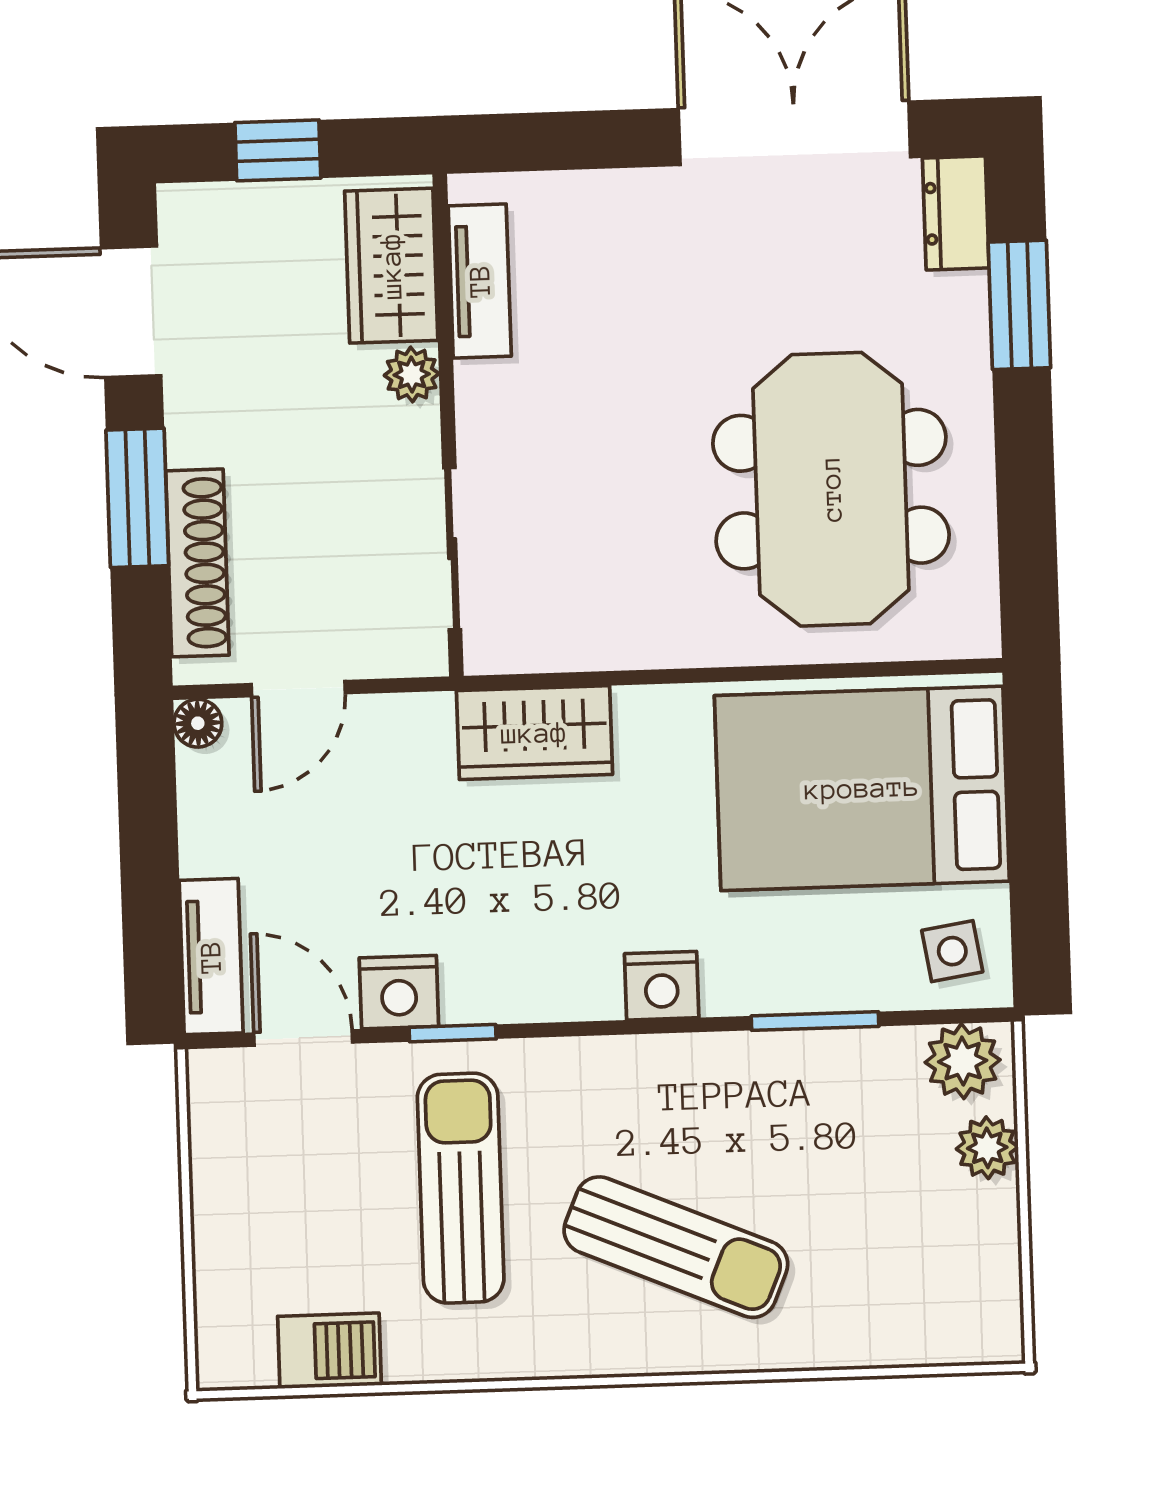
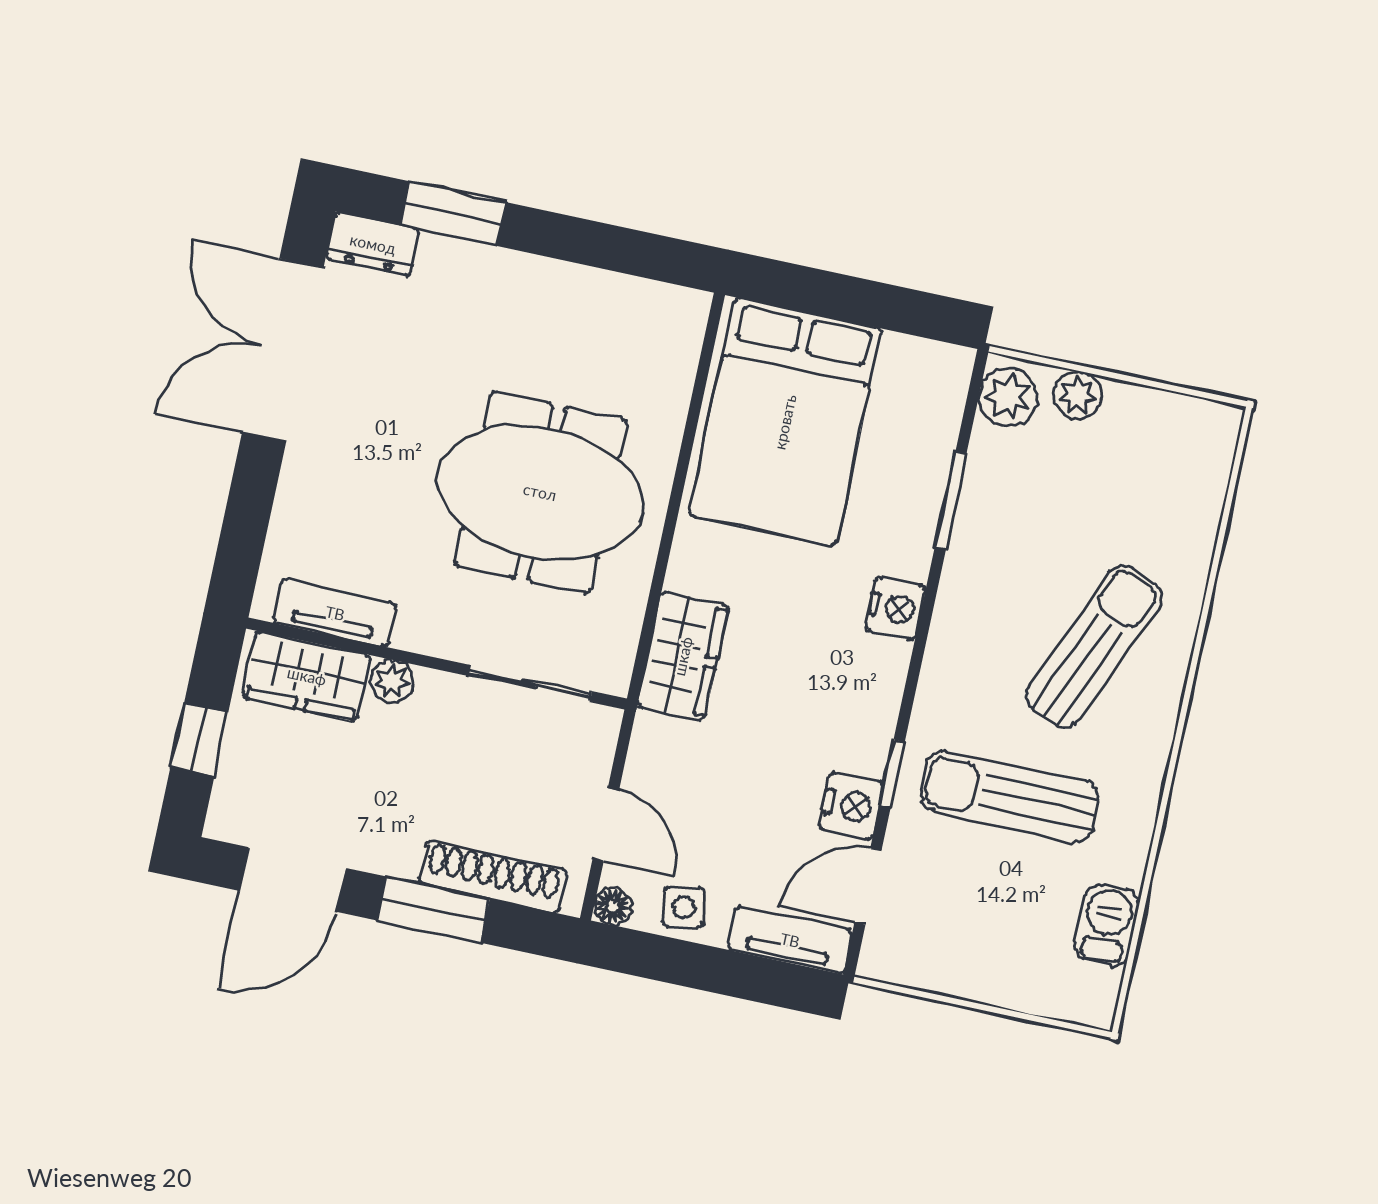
meeting table: (831, 489) -> (540, 492), moved
side table: (952, 951) -> (684, 907), moved

